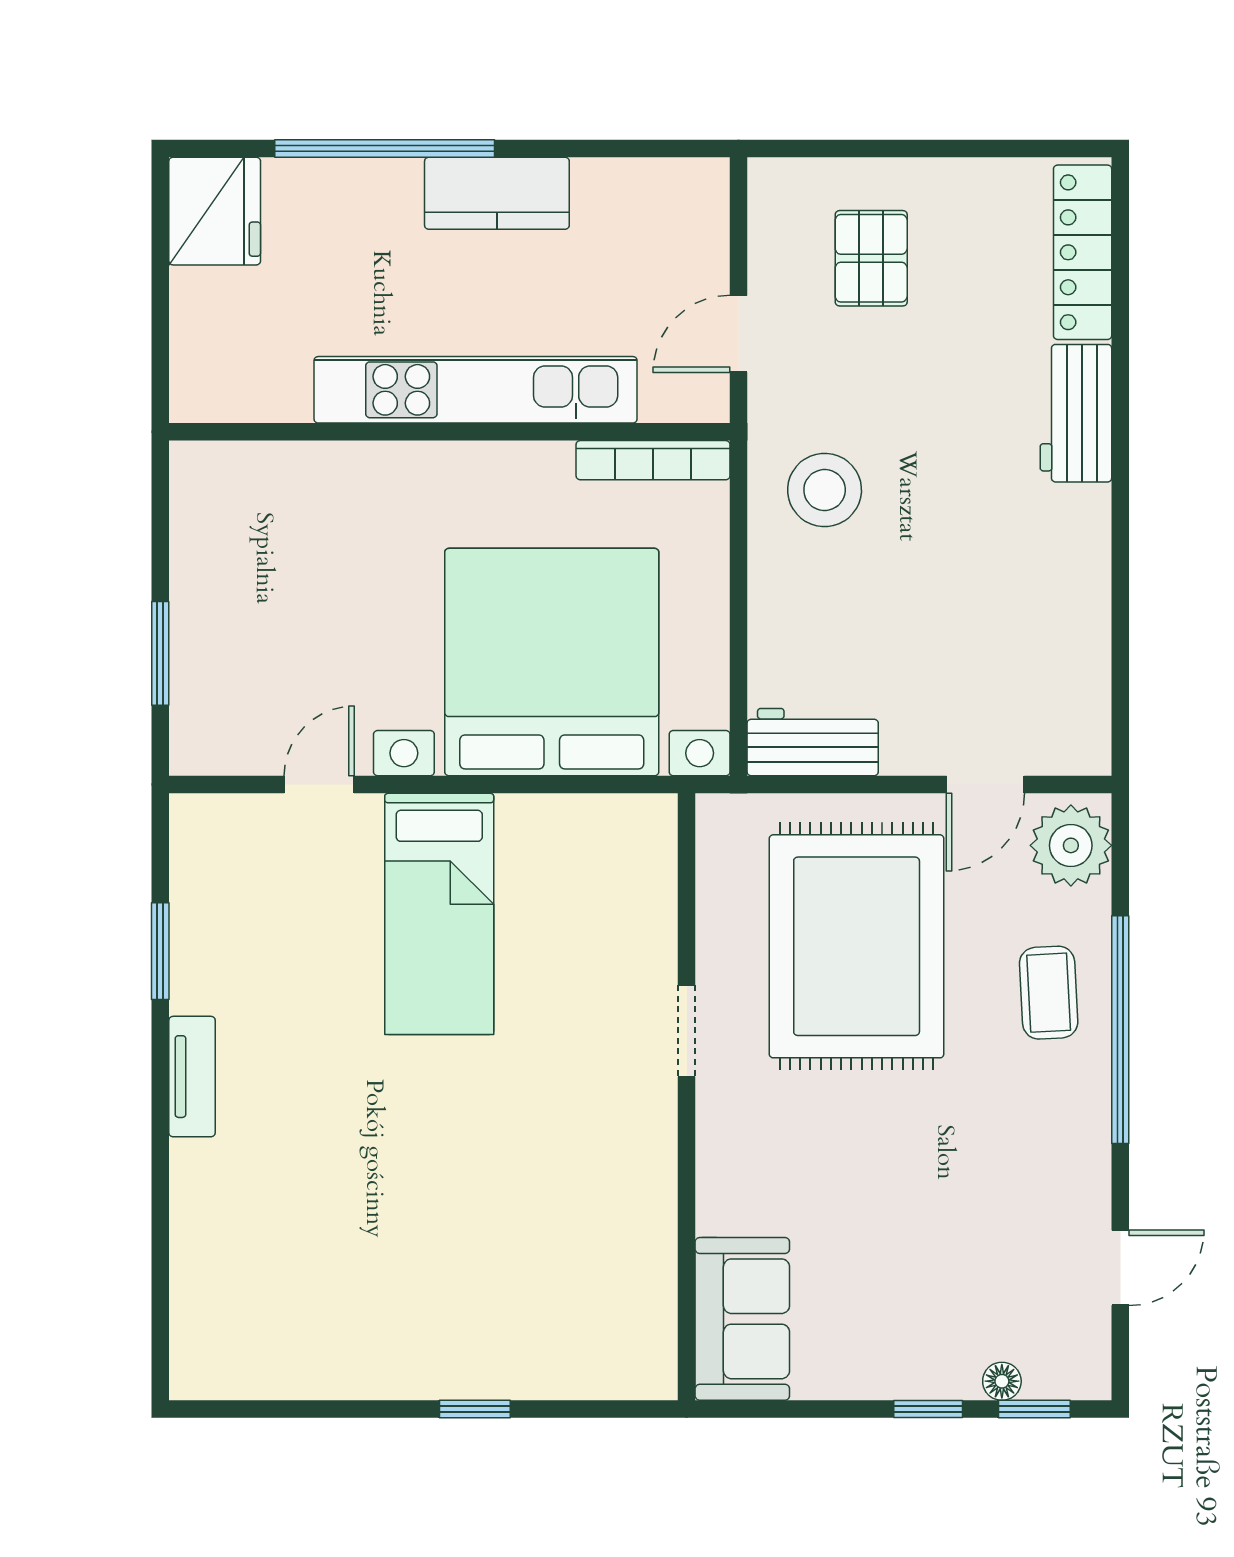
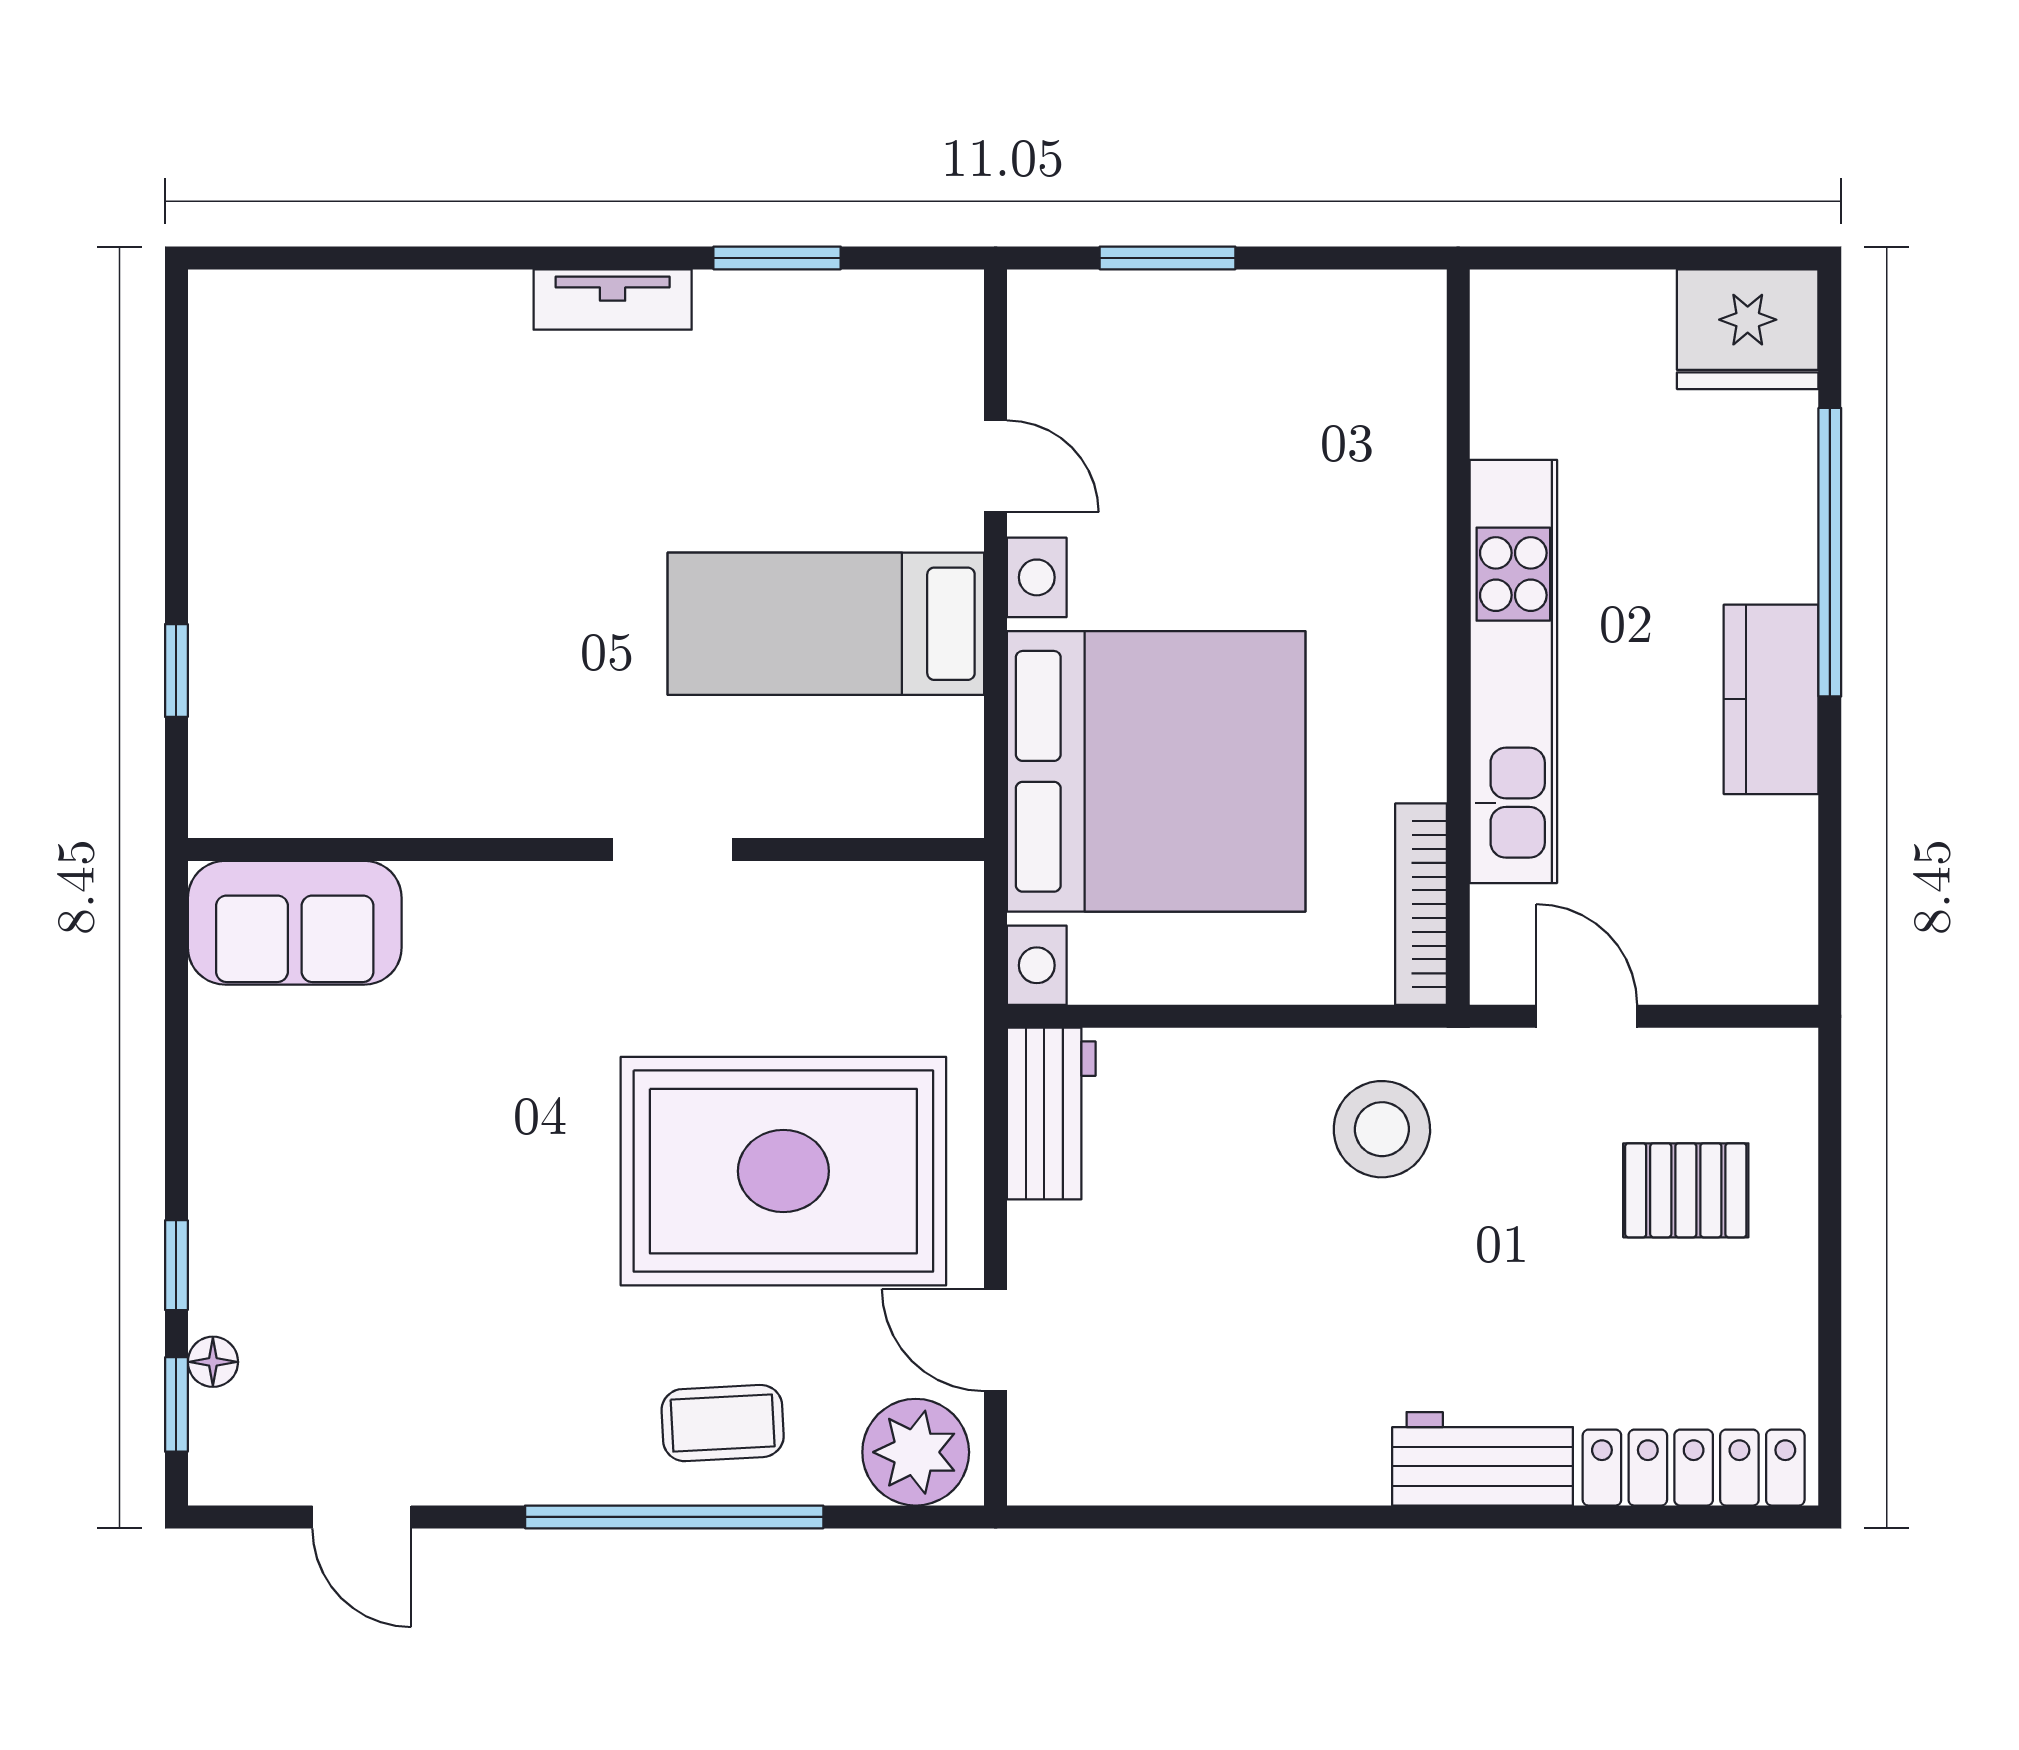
doorway: (687, 1031) -> (672, 850), moved
wall: (687, 1097) -> (586, 850), moved
sofa: (742, 1319) -> (295, 923), moved

